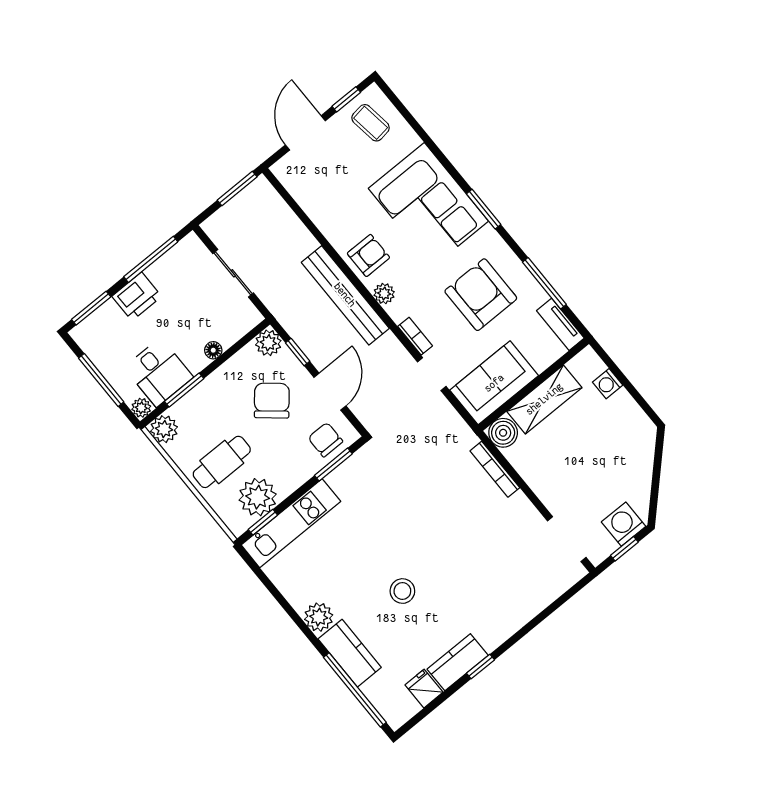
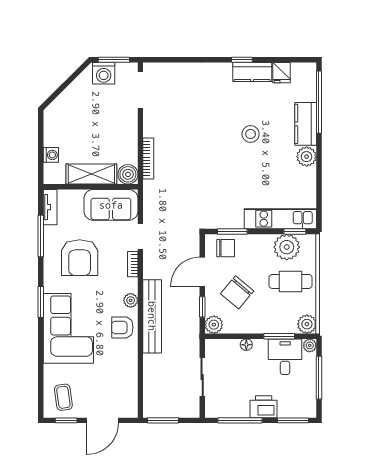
chair: (325, 440) -> (226, 248), turned -90
window: (624, 549) -> (114, 60), width x1.50

